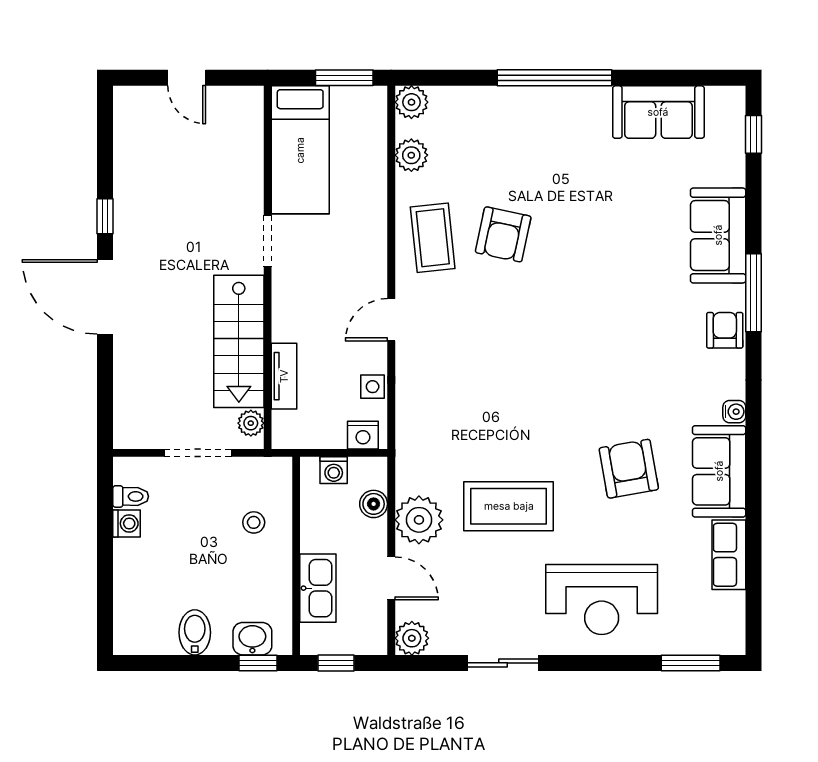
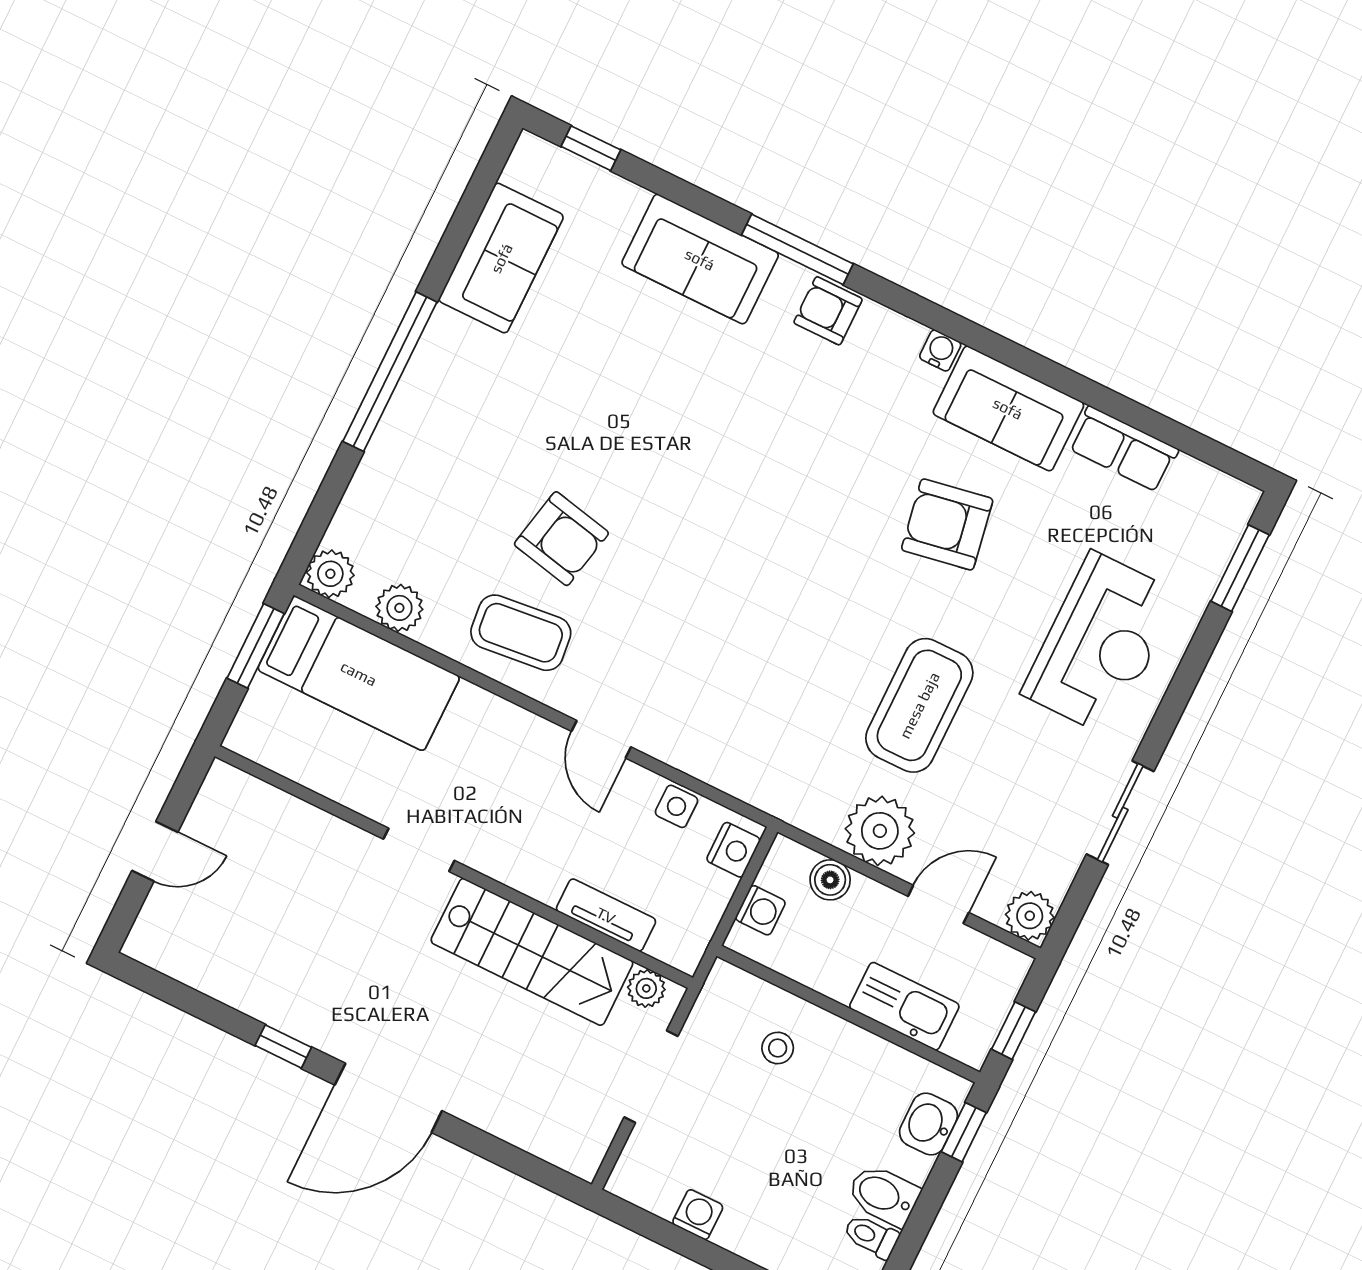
bed: (300, 150) -> (359, 673), moved
toilet: (131, 496) -> (871, 1236), moved, turned -90

